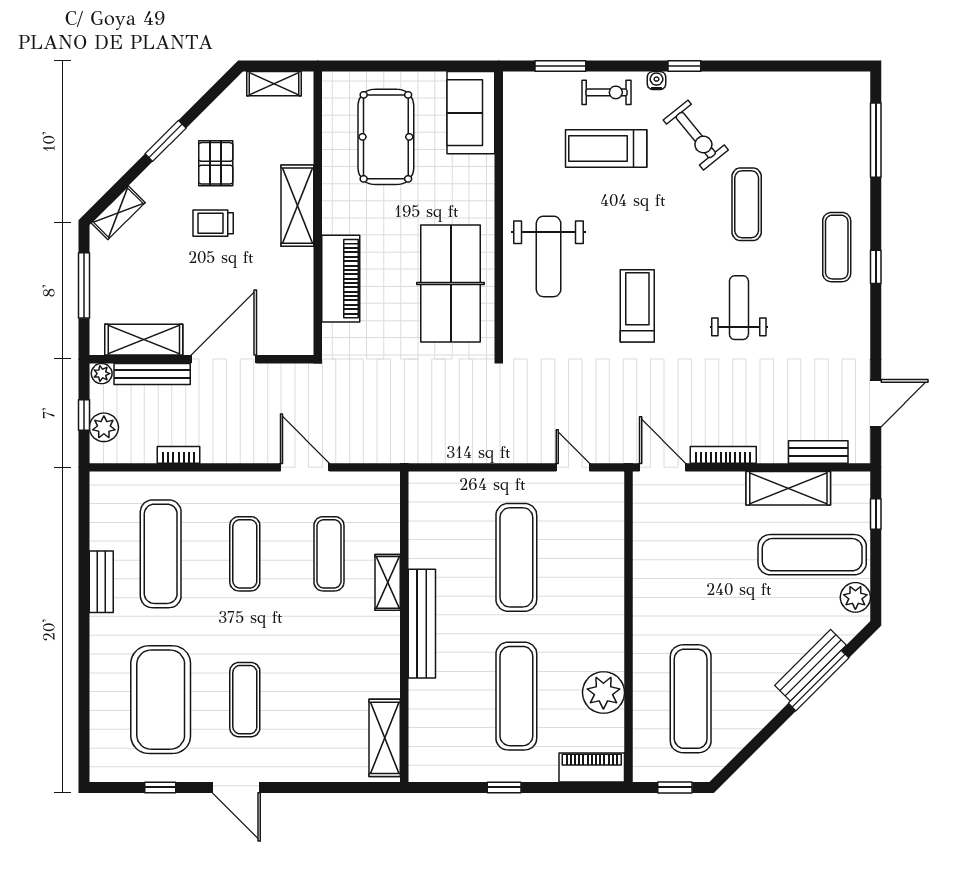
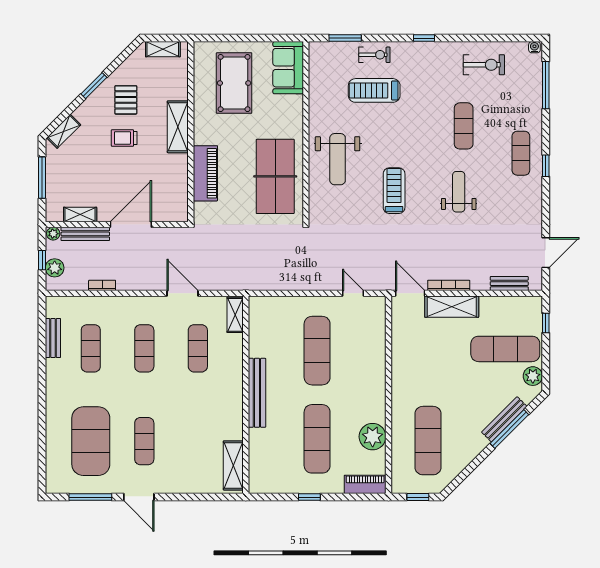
water cooler: (657, 81) -> (534, 47), moved
exercise bike: (696, 135) -> (484, 65), moved, turned -51
shelving: (144, 340) -> (80, 215), width x0.67, depth x0.75
shelving: (788, 488) -> (452, 307), moved
exercise mat: (161, 554) -> (91, 348), width x0.73, depth x0.69
bench: (101, 582) -> (53, 338), moved
shelving: (388, 582) -> (235, 315), moved
window: (160, 787) -> (90, 497), width x2.17

